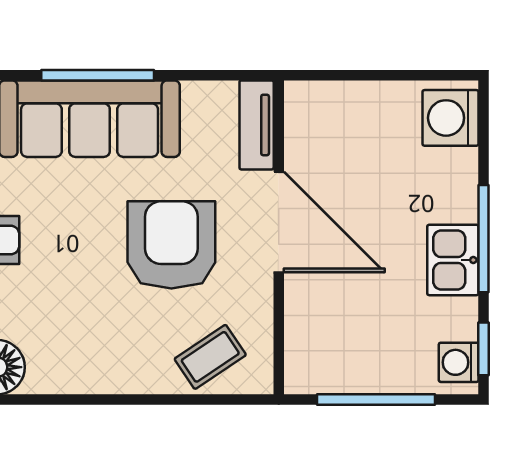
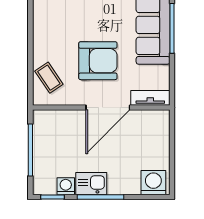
washing machine: (459, 362) -> (66, 186), moved

